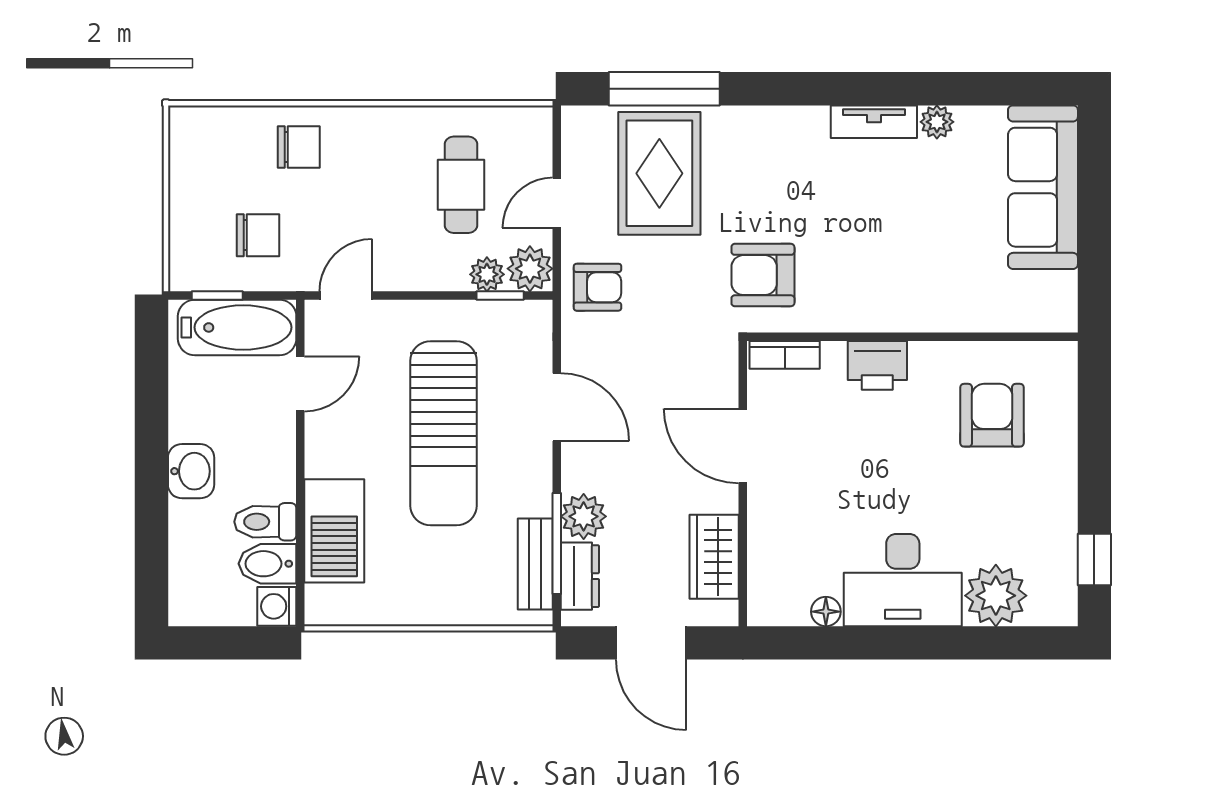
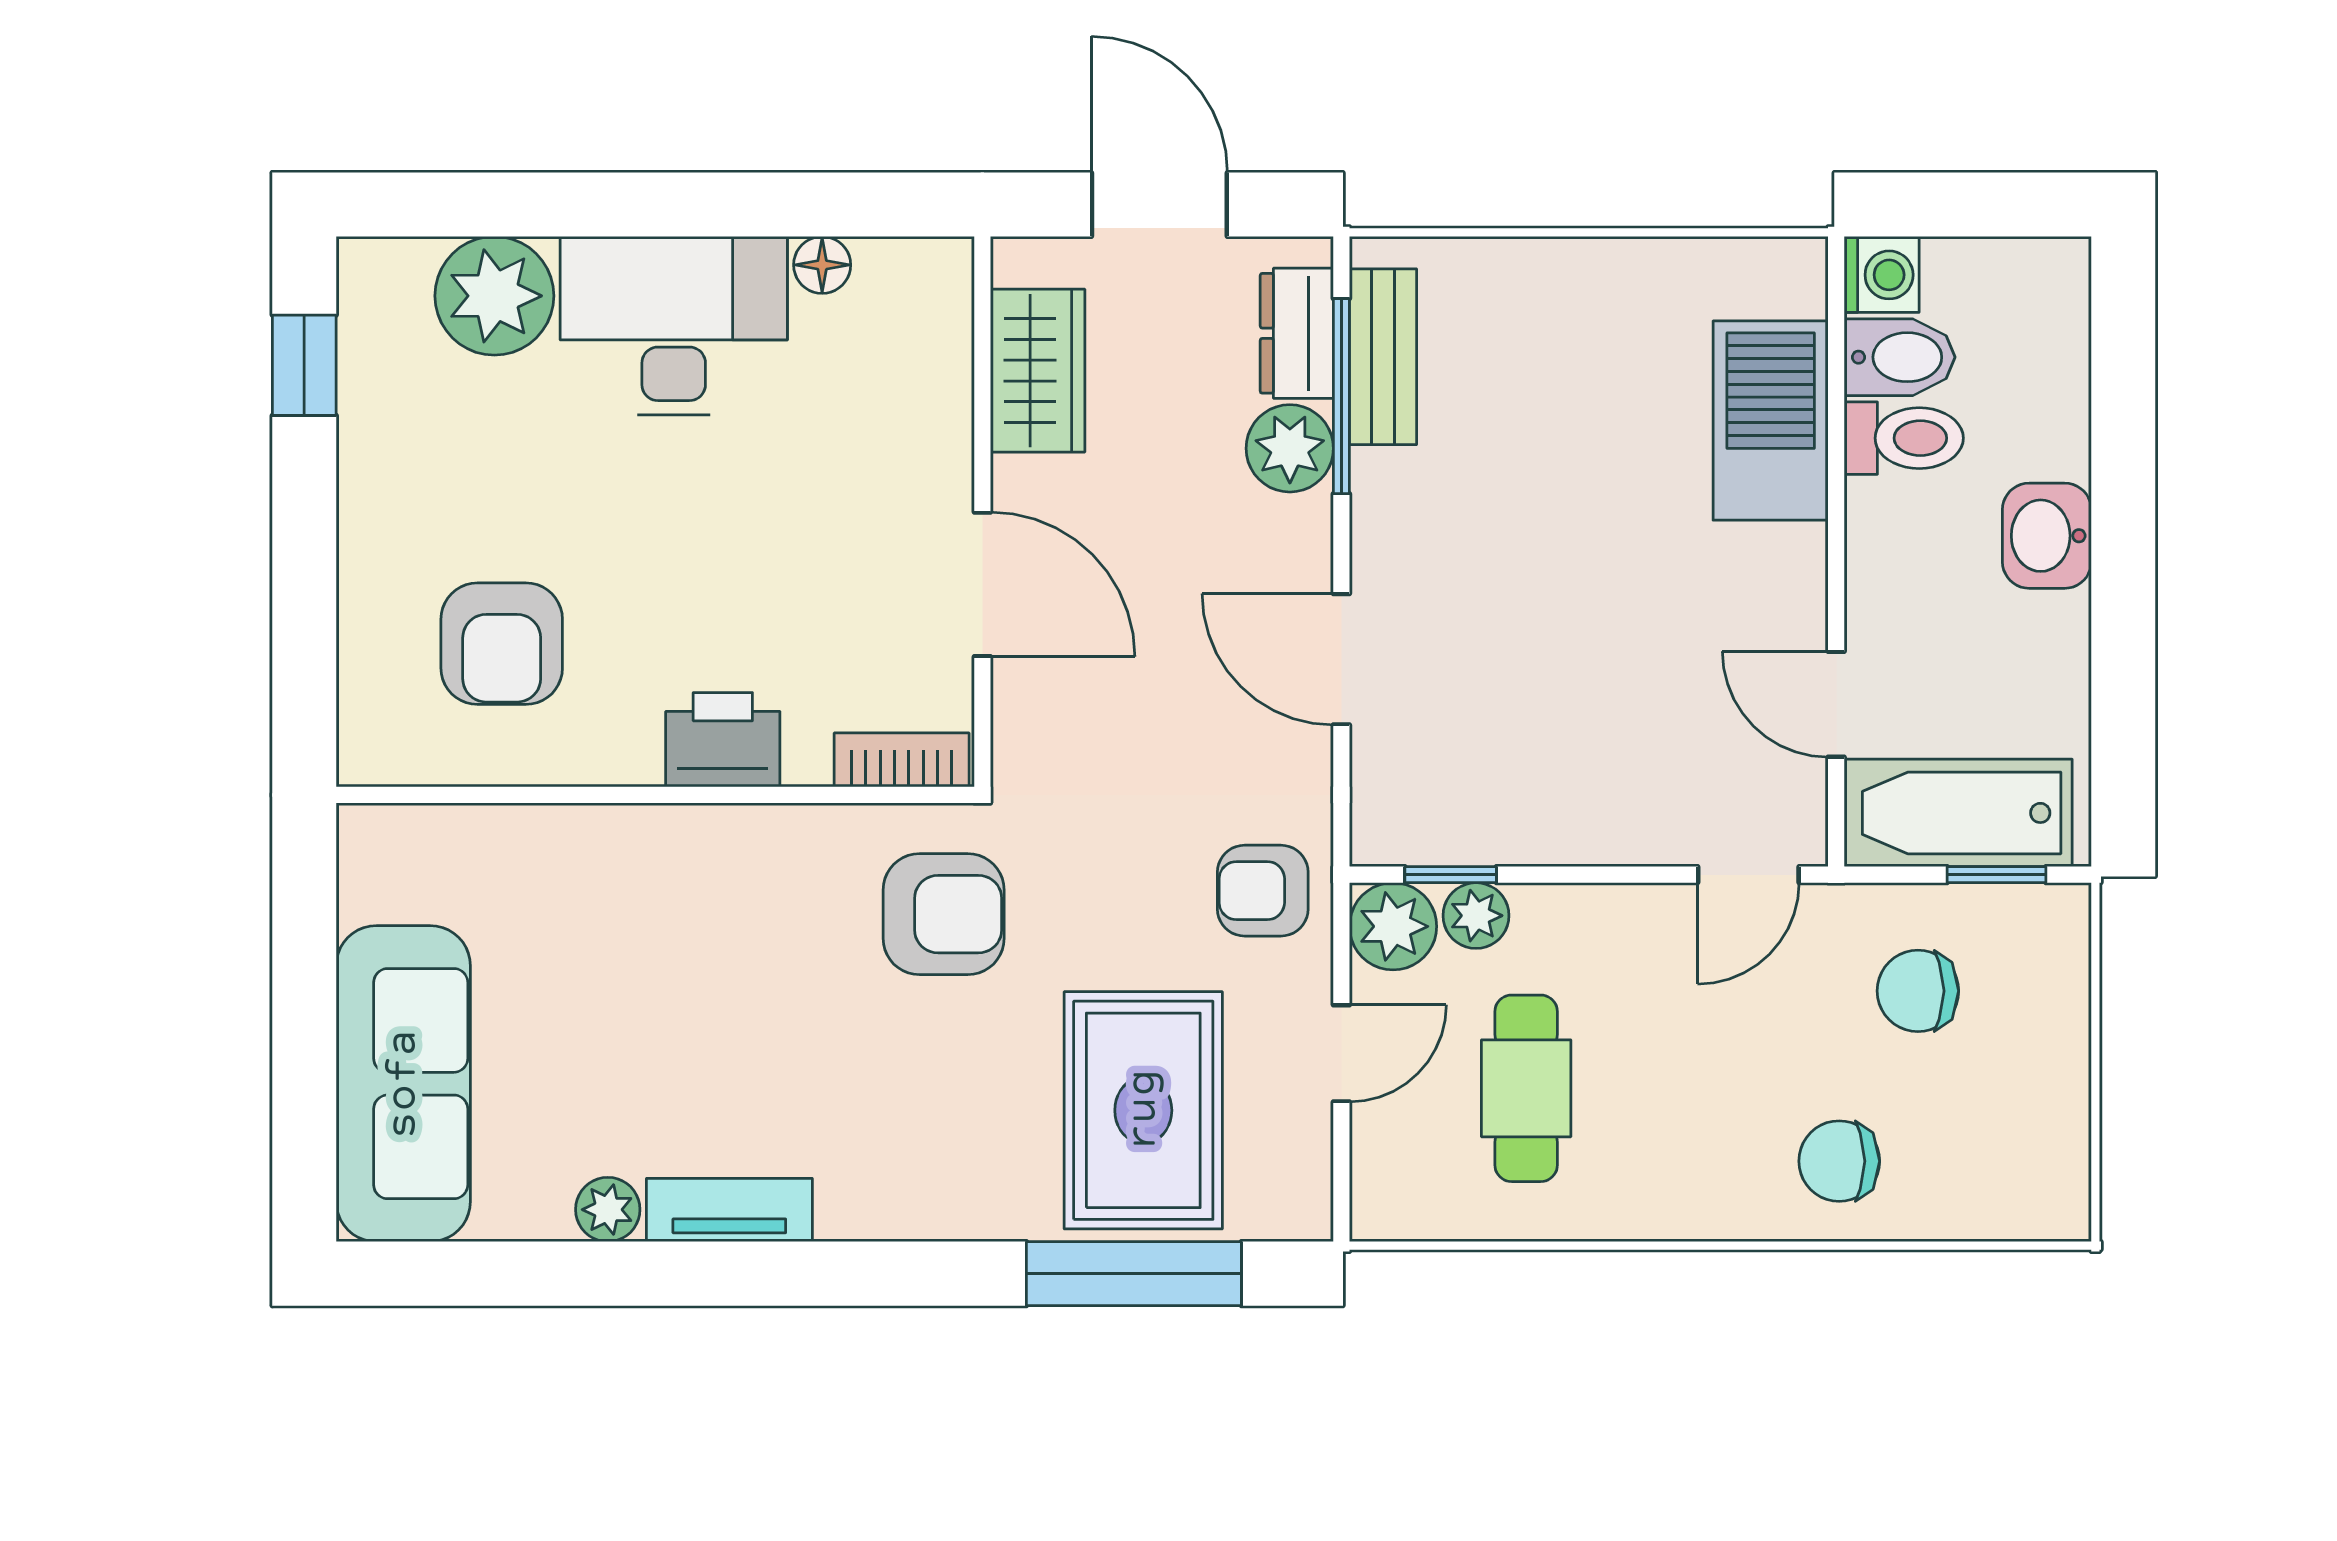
door: (300, 384) -> (1836, 704), hinge flipped
sun lounger: (443, 433) -> (1560, 609), removed

